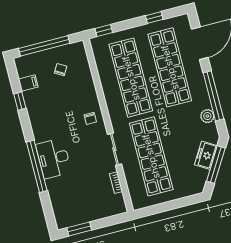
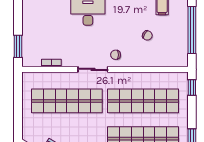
chair: (61, 70) -> (147, 35), moved
sliding door: (114, 149) -> (93, 69), moved
window: (79, 229) -> (18, 46), moved

